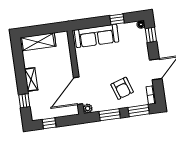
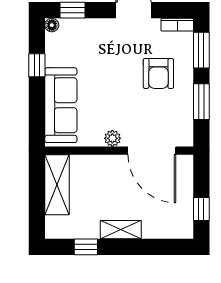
shelving: (38, 42) -> (57, 185), moved
armchair: (122, 88) -> (158, 73), turned 108
window: (24, 101) -> (86, 247), moved
plant: (88, 108) -> (112, 138), moved

